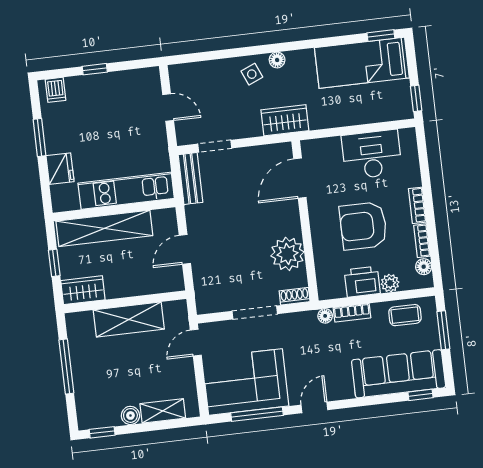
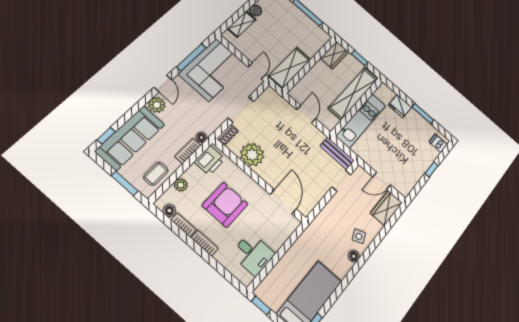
wardrobe: (285, 120) -> (386, 208), moved, turned 180
desk: (372, 154) -> (253, 254), width x0.73
printer: (362, 282) -> (210, 160), moved
shelving: (129, 319) -> (289, 68), moved
plant: (341, 388) -> (157, 105), added

